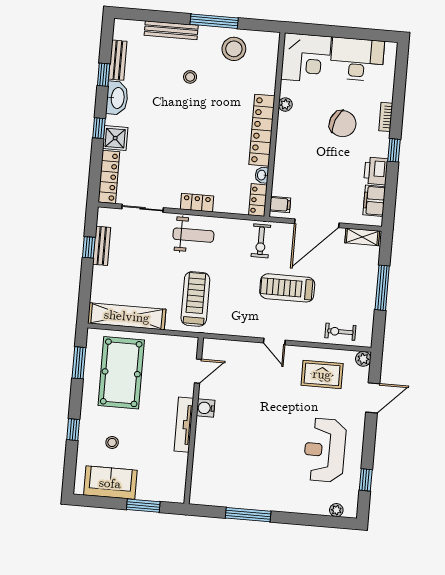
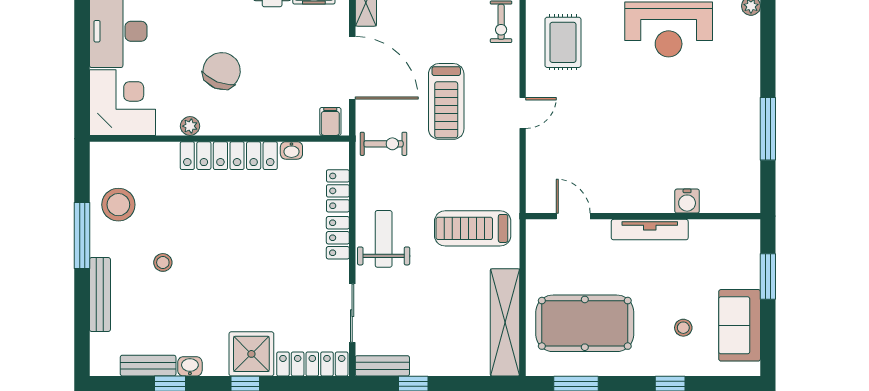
washbasin: (117, 98) -> (190, 366), width x0.52, depth x0.69
chair: (343, 124) -> (222, 71), moved
shower: (115, 138) -> (251, 354), width x1.36, depth x1.36
locker: (258, 200) -> (338, 191), moved, turned 90
bench: (102, 246) -> (382, 366), moved
water cooler: (206, 408) -> (687, 201), moved

